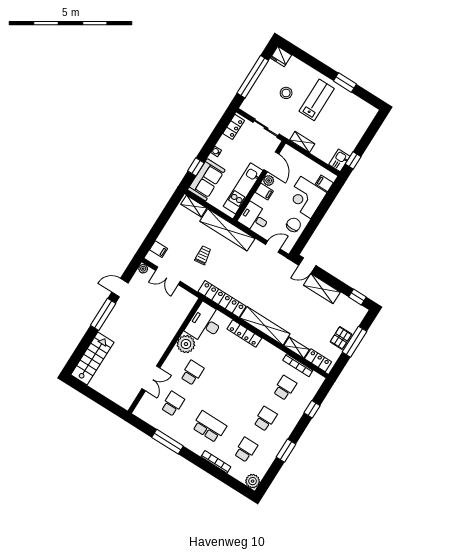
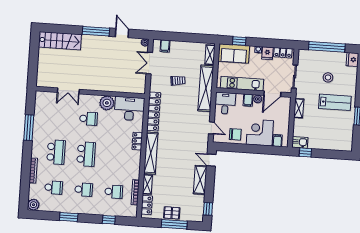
fridge: (225, 144) -> (267, 53), added
locker: (244, 334) -> (137, 141), width x0.66
school desk: (173, 404) -> (86, 154), moved, width x1.85

